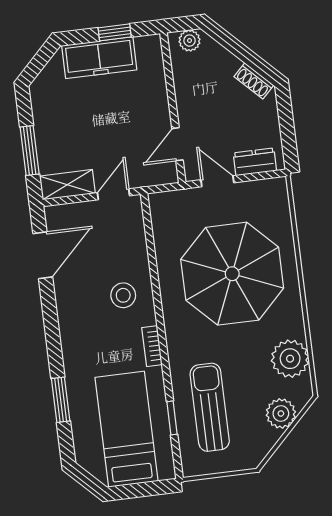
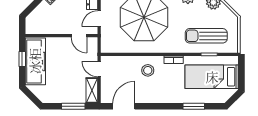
plant: (190, 41) -> (30, 24), removed
freezer: (99, 58) -> (35, 61), width x1.36, depth x1.26
door: (43, 255) -> (124, 106), hinge flipped

